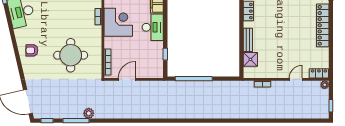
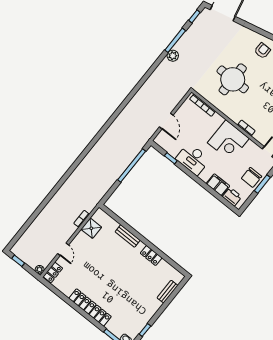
desk: (153, 27) -> (193, 159), moved
shower: (250, 59) -> (91, 228), moved
door: (127, 79) -> (166, 121), moved

